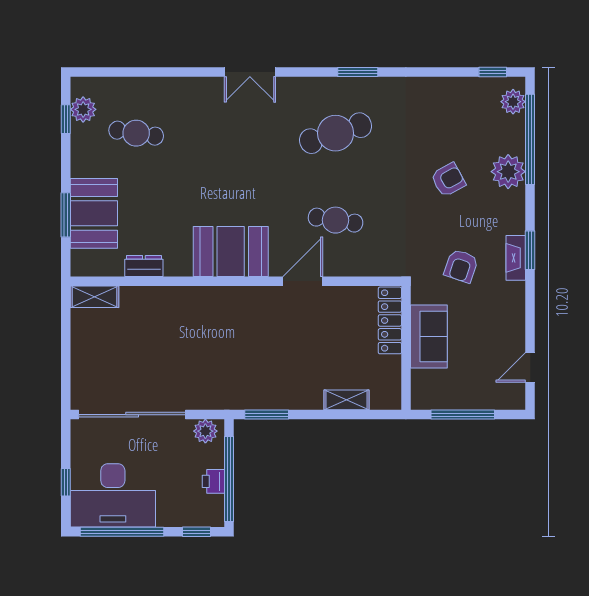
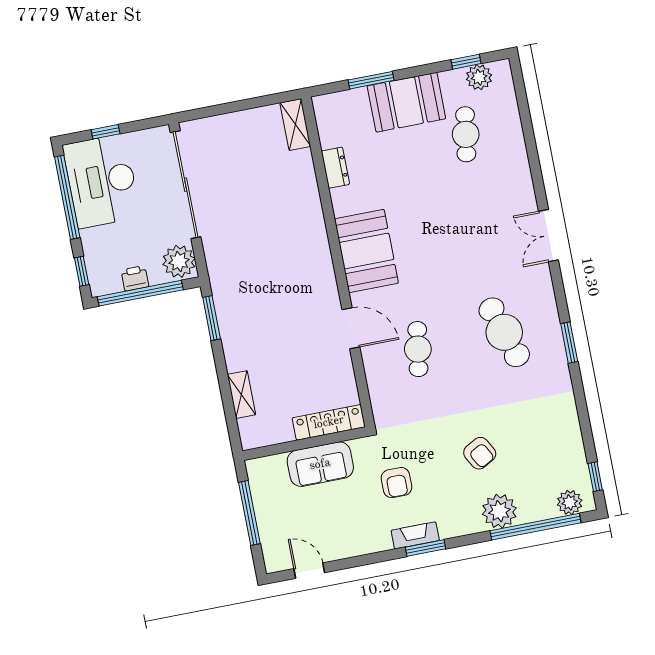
booth: (94, 213) -> (406, 102), moved
armchair: (461, 266) -> (396, 483), turned -109
plant: (205, 431) -> (179, 261), width x1.36, depth x1.36

